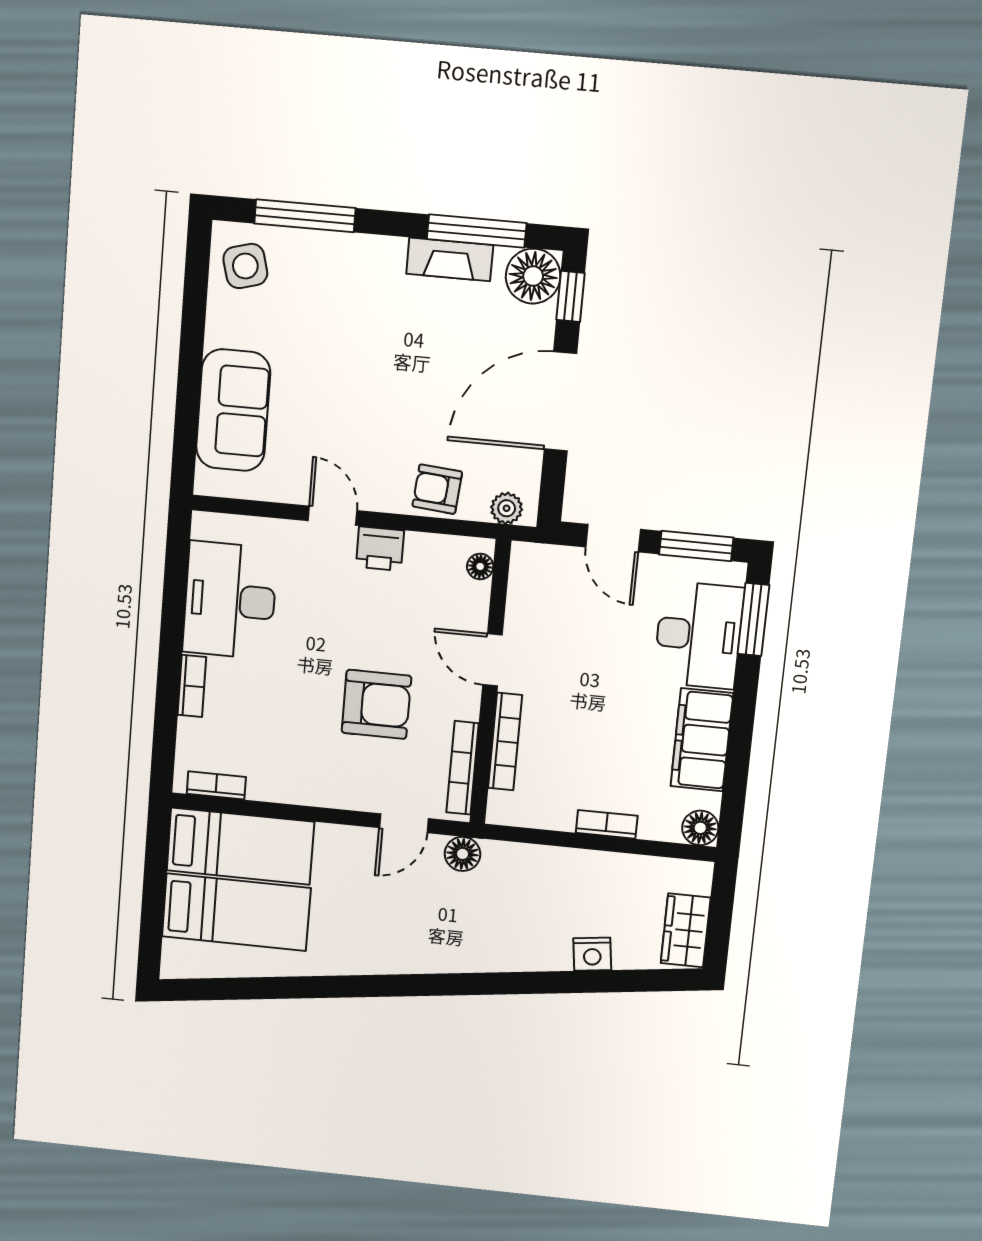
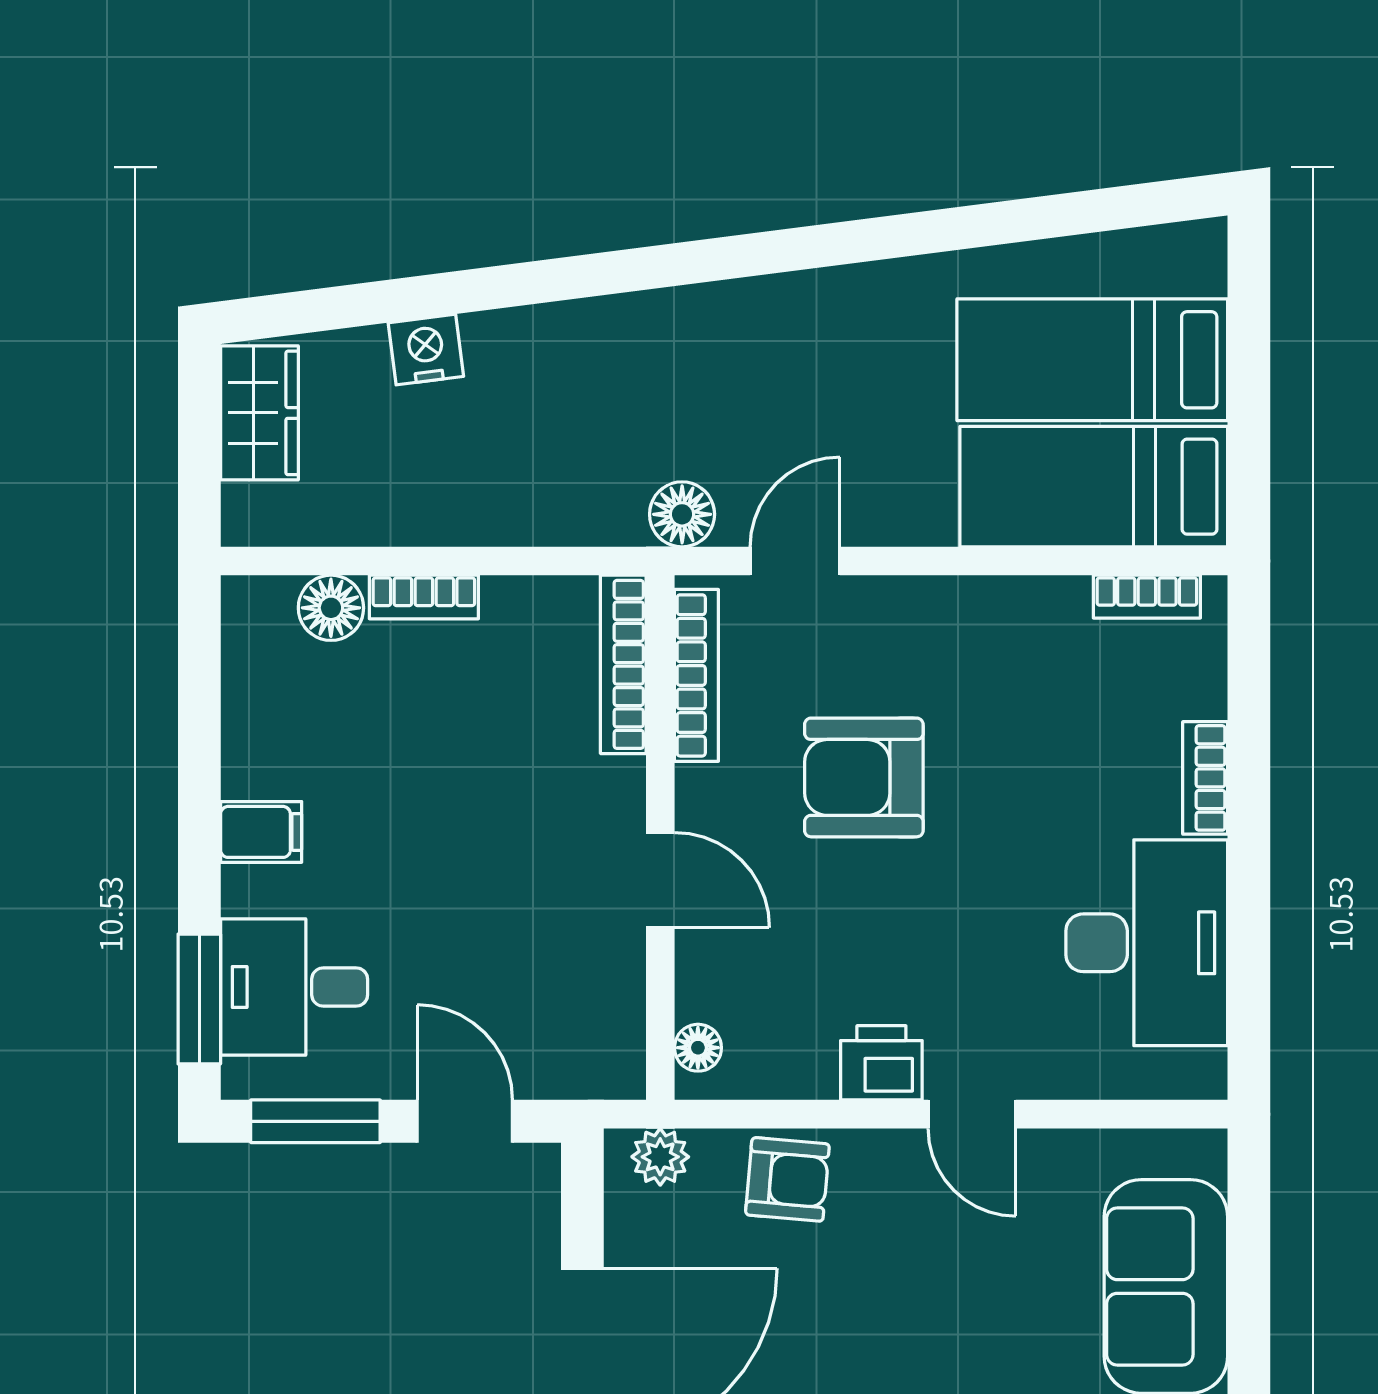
desk: (699, 635) -> (294, 987), width x0.73
filing cabinet: (702, 740) -> (261, 832), width x0.33, depth x0.86
bookcase: (505, 742) -> (623, 664), moved
floor lamp: (700, 828) -> (331, 608), moved

